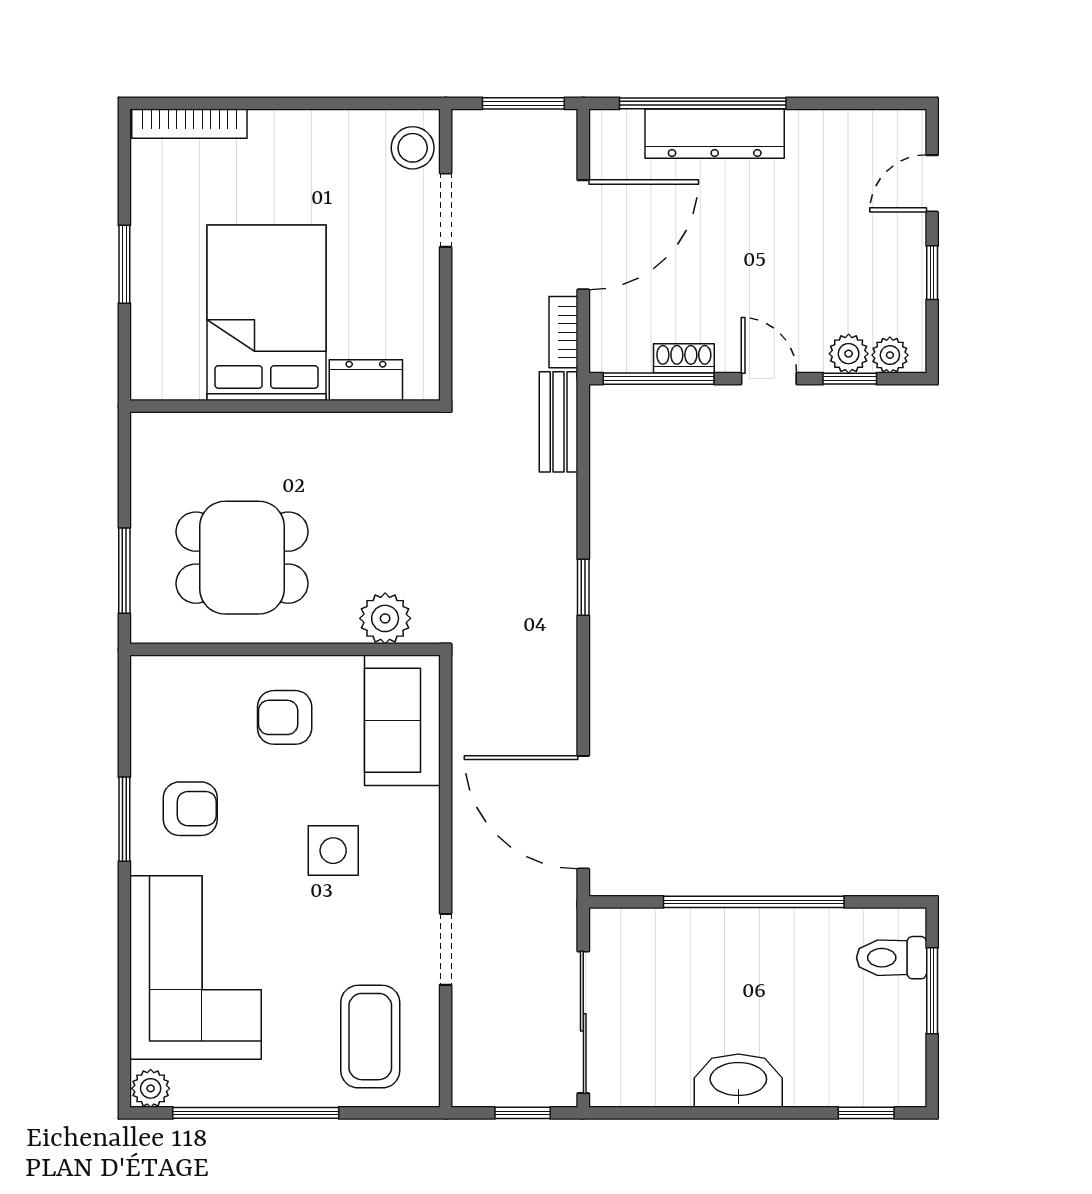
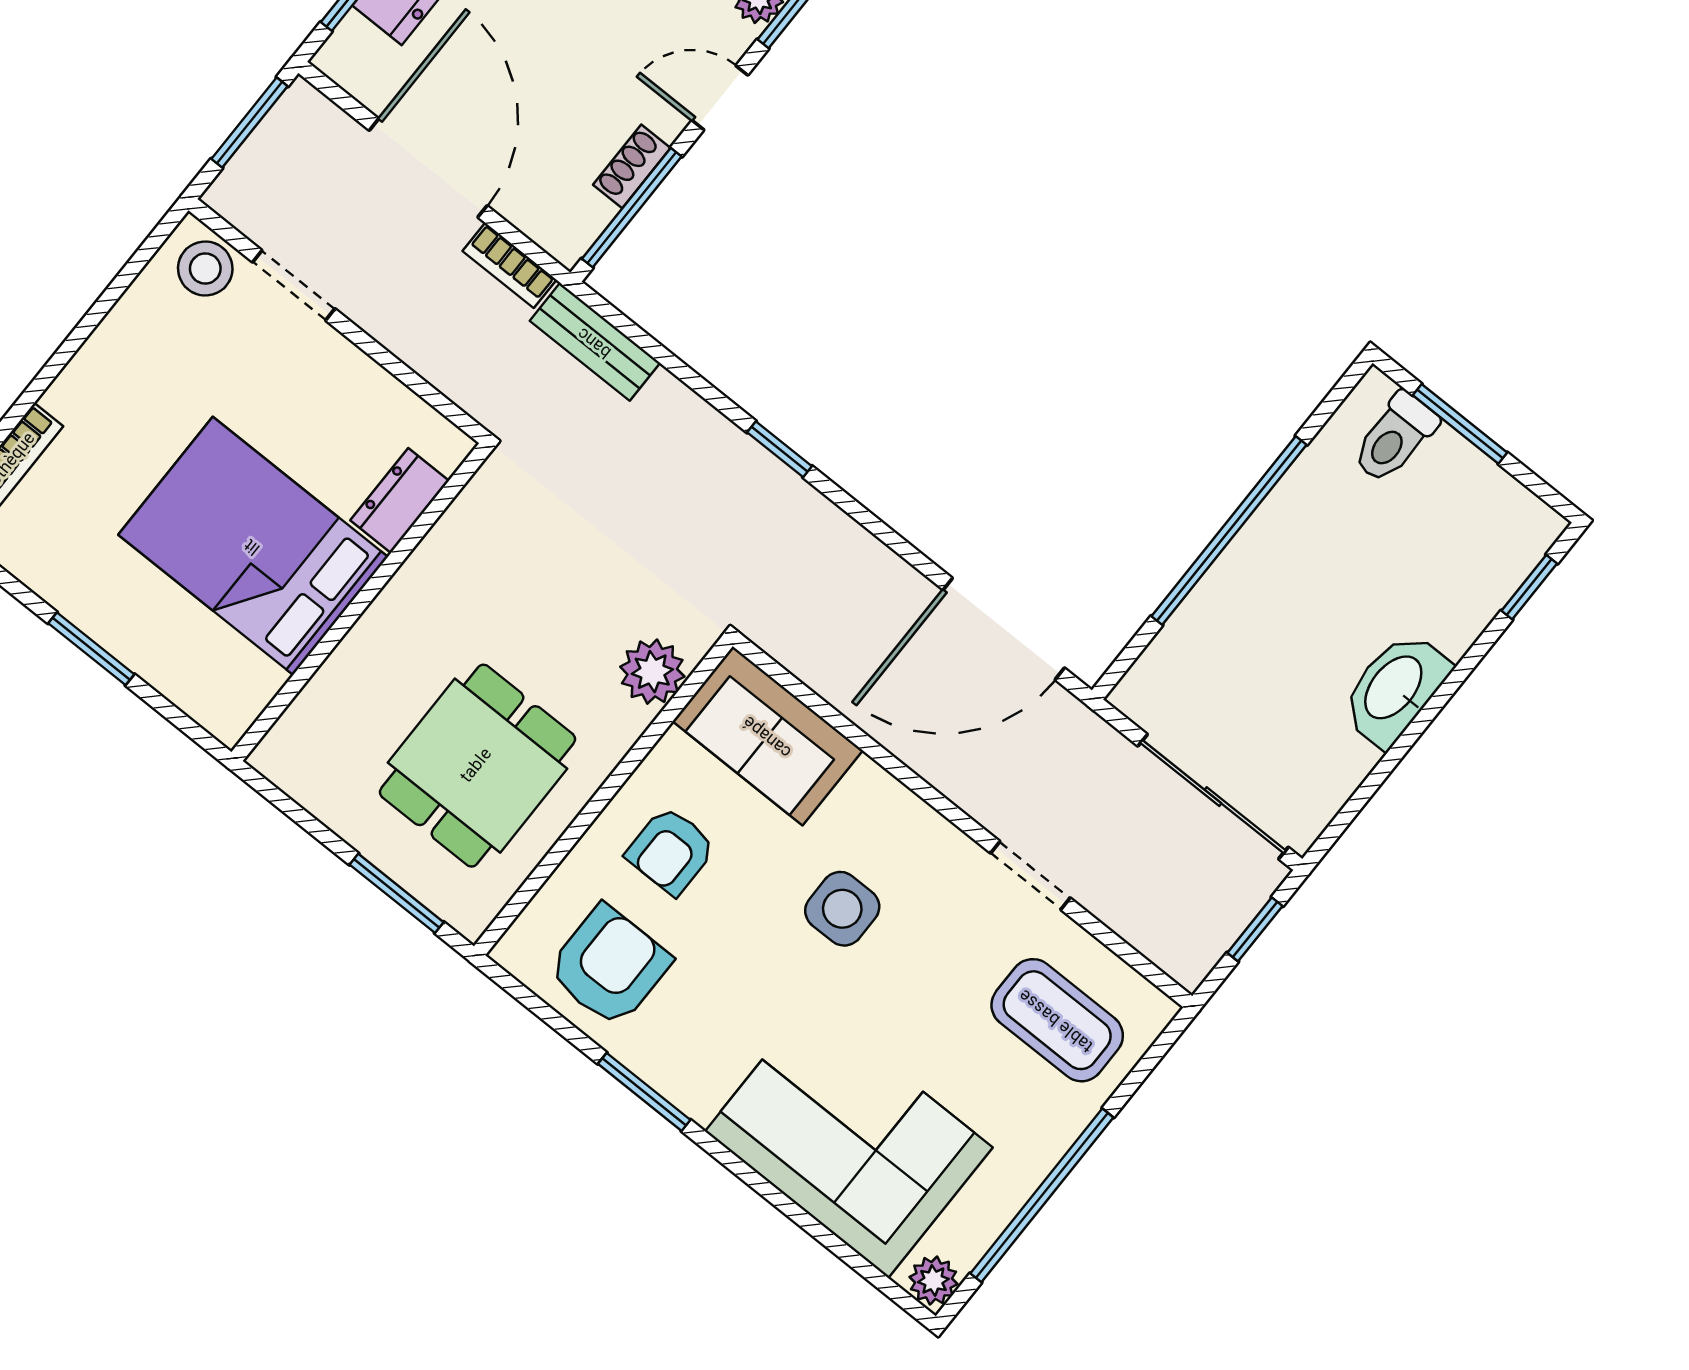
armchair: (190, 809) -> (609, 966), moved, width x1.38, depth x1.38

